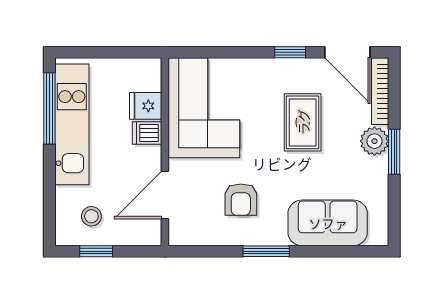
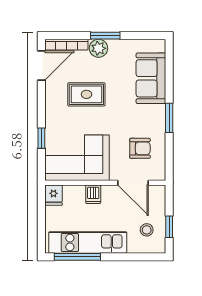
window: (290, 52) -> (41, 138), moved
fridge: (146, 106) -> (54, 195), moved
armchair: (241, 200) -> (140, 148), moved

